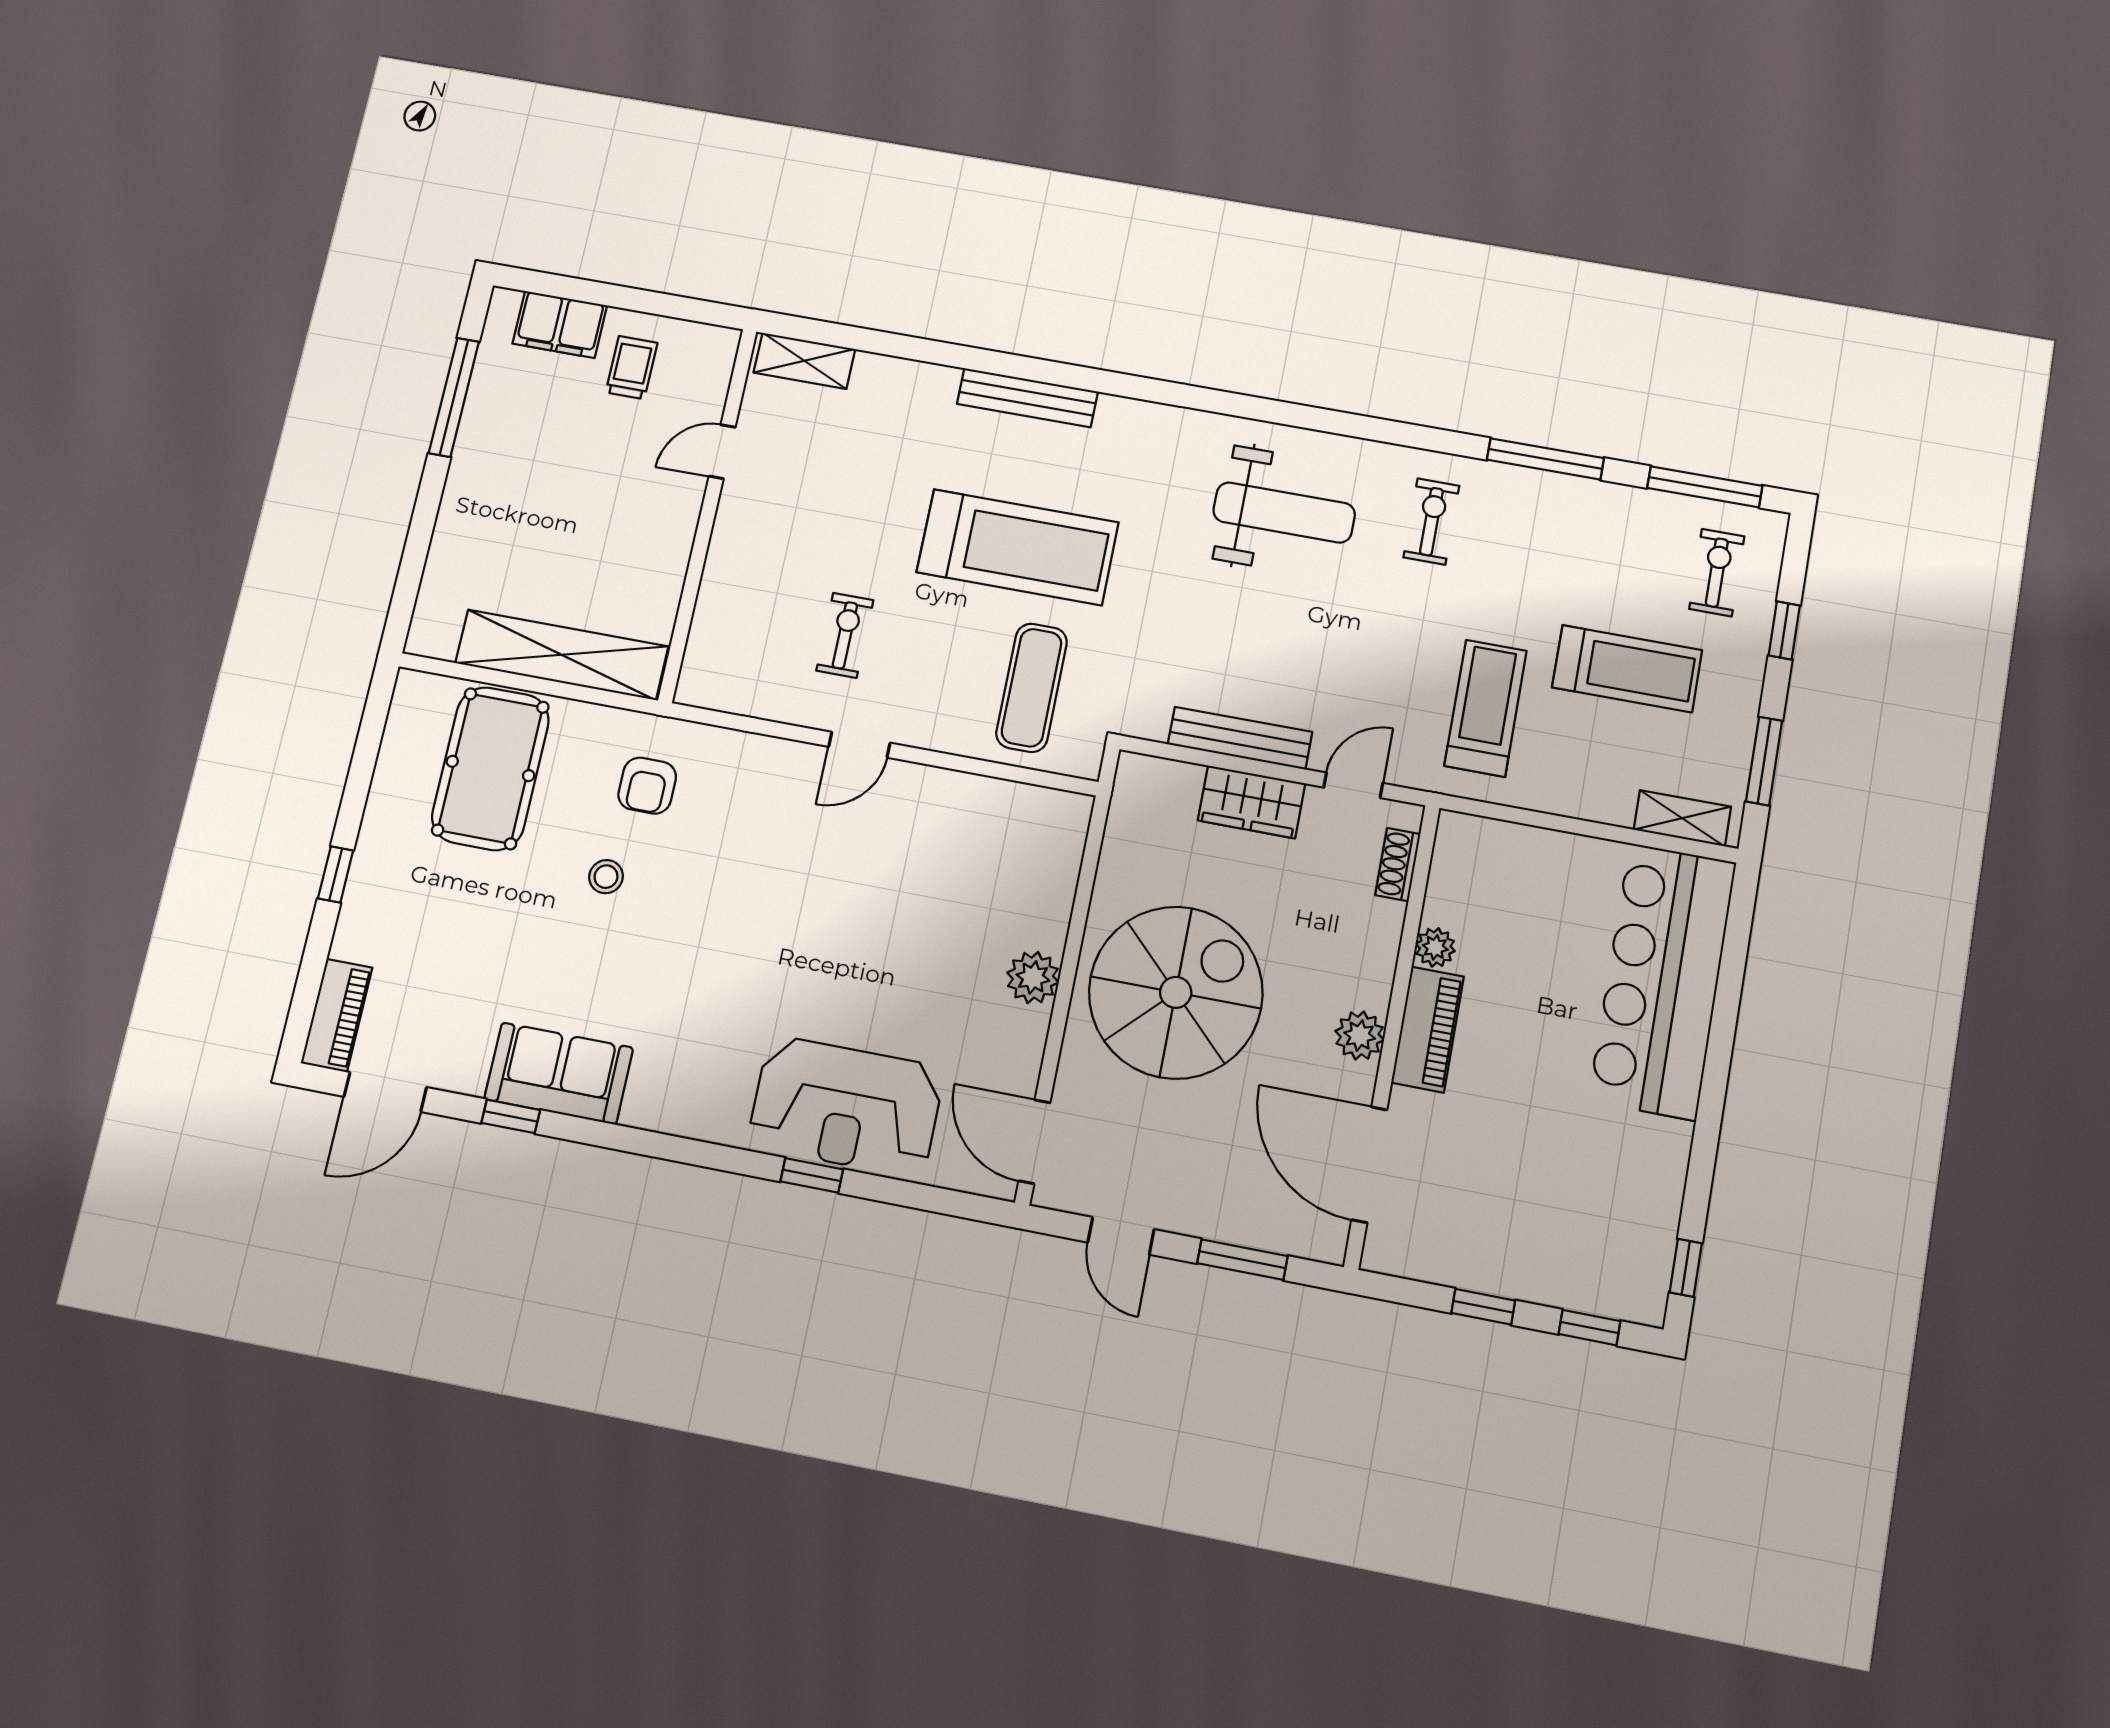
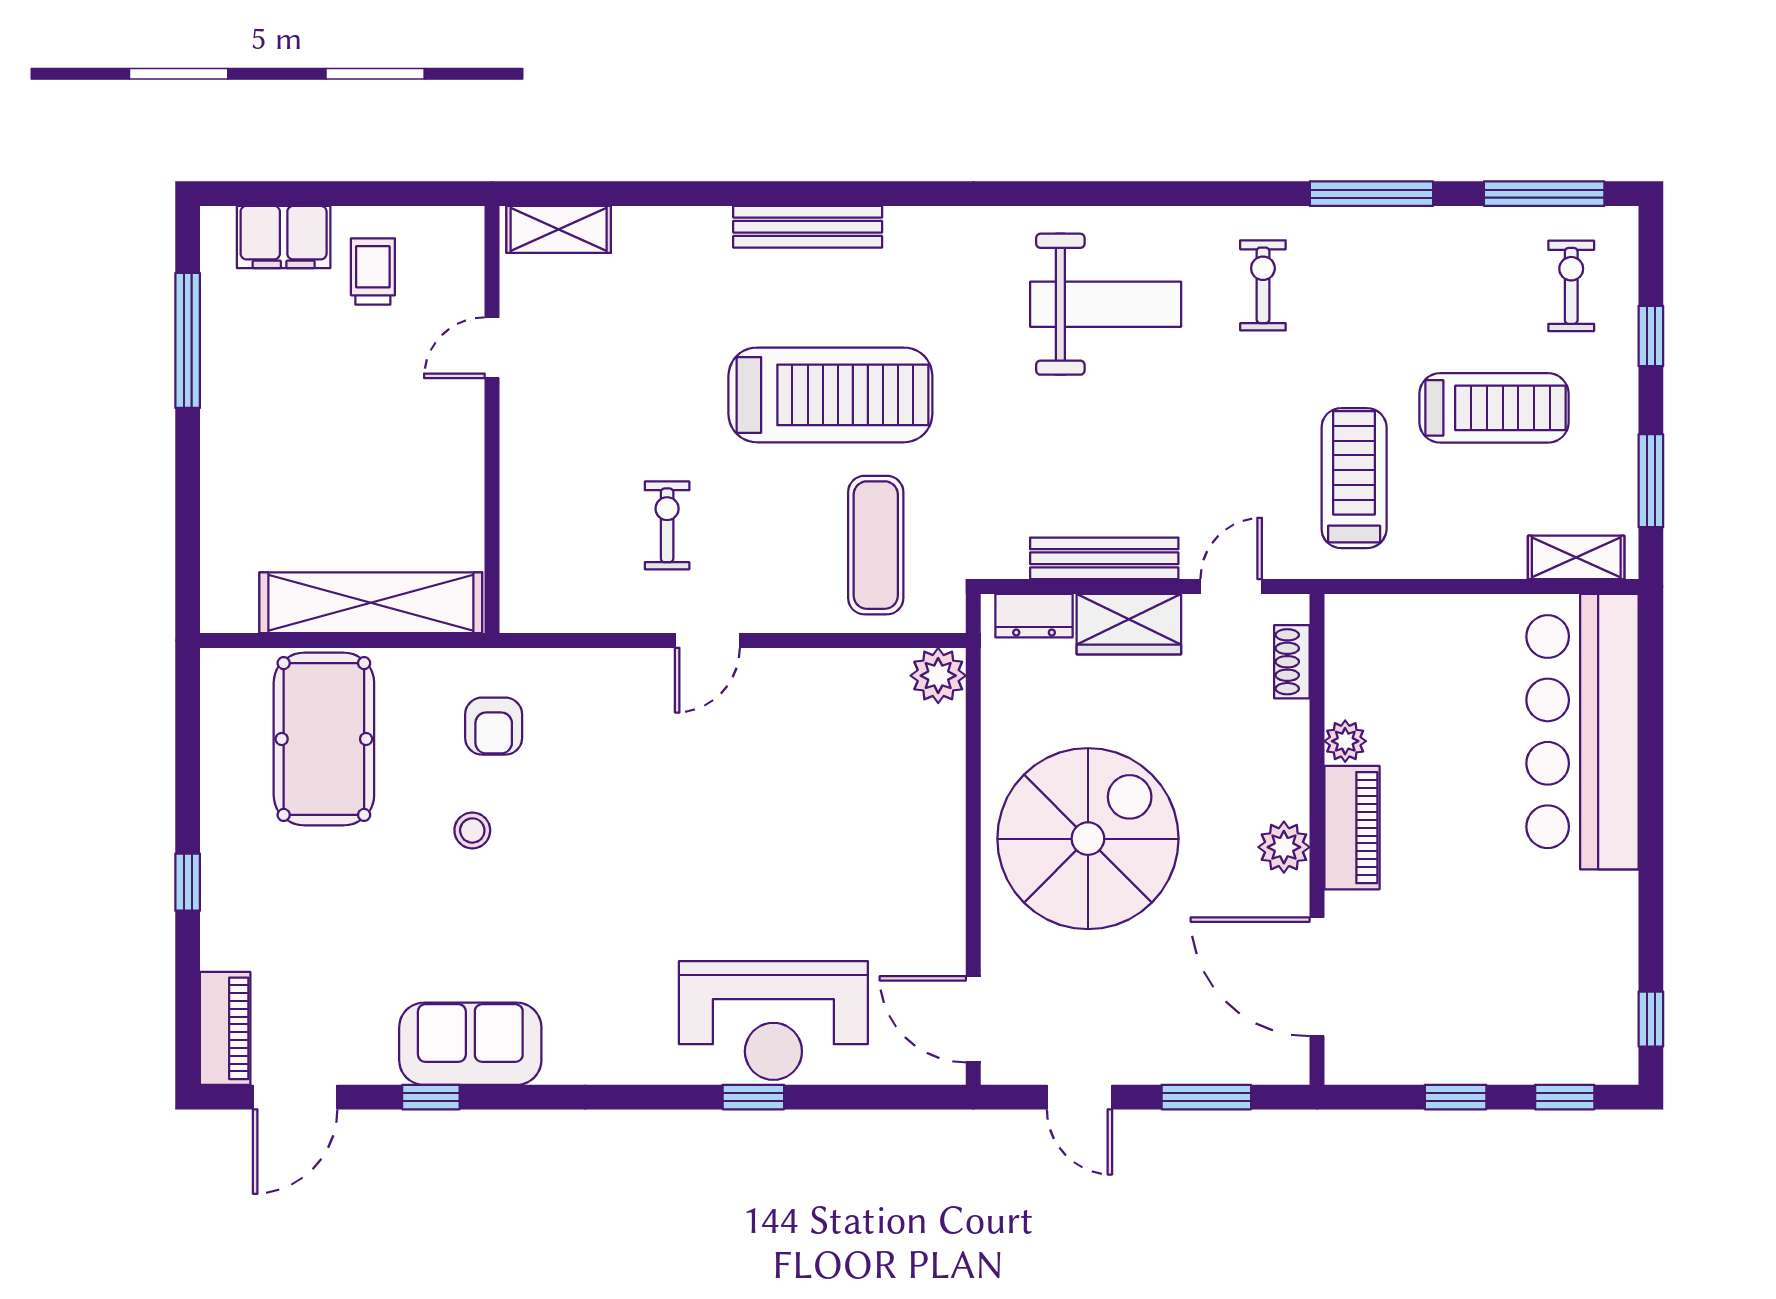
dresser: (1165, 778) -> (1034, 616), added
plant: (1033, 978) -> (938, 676), moved

